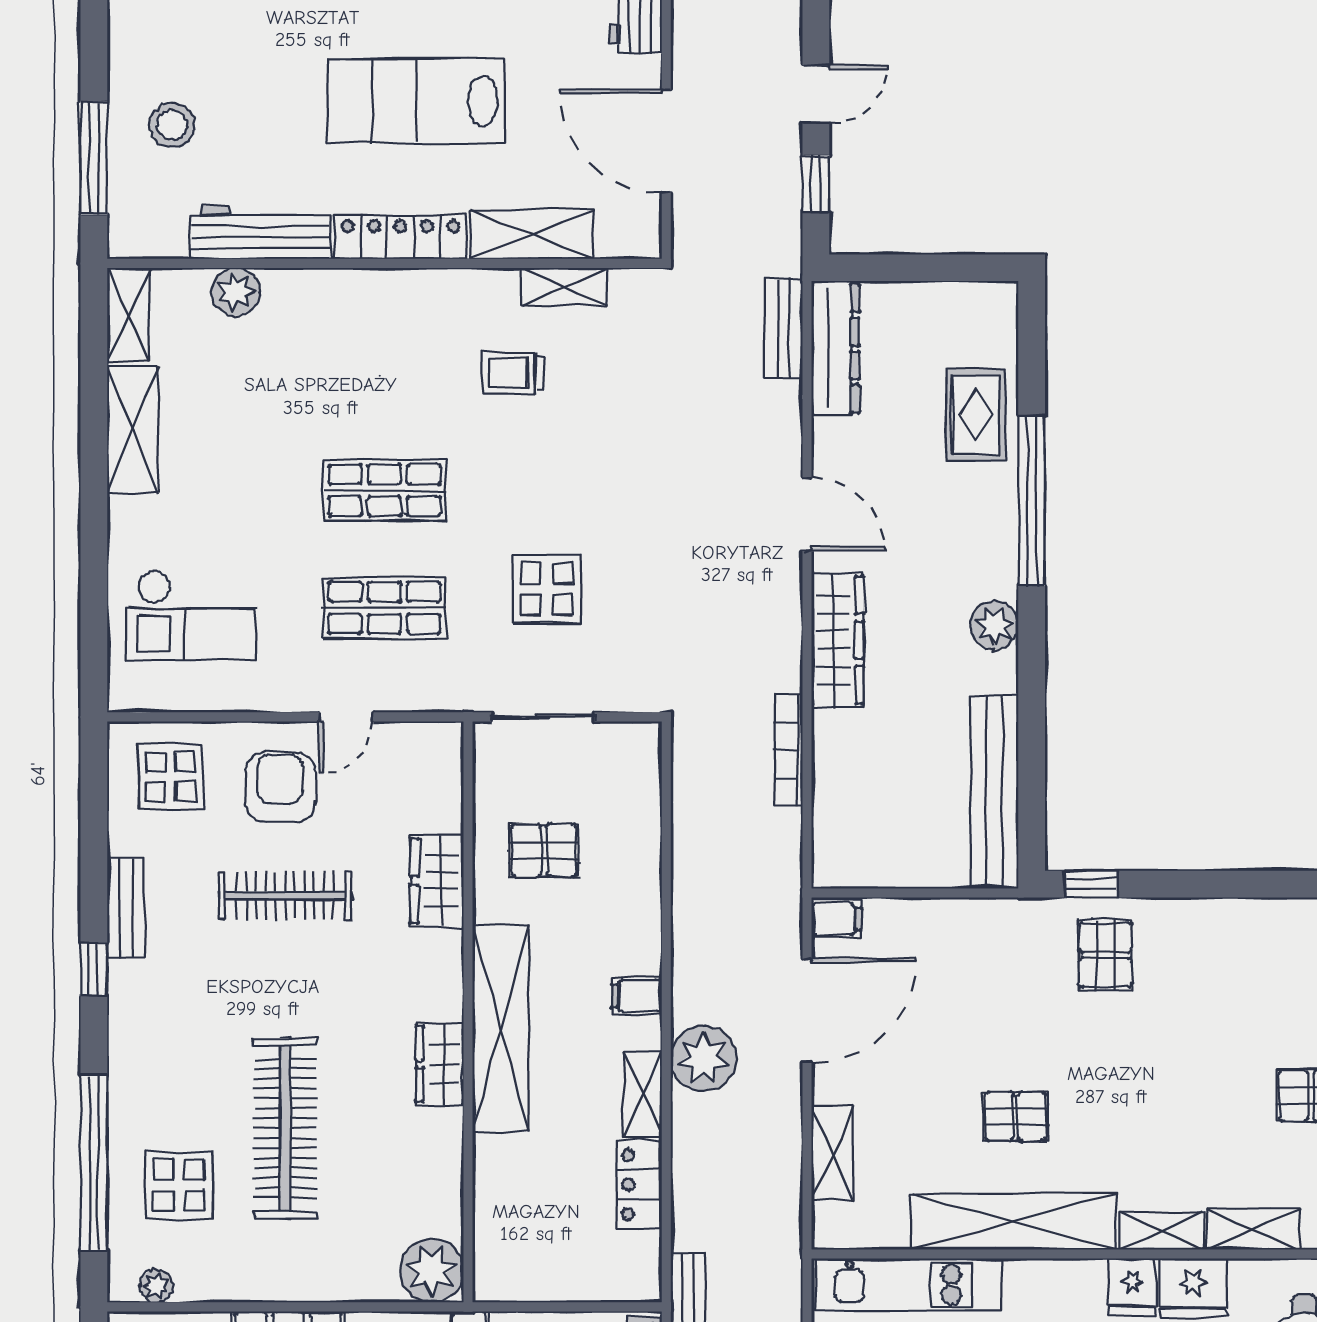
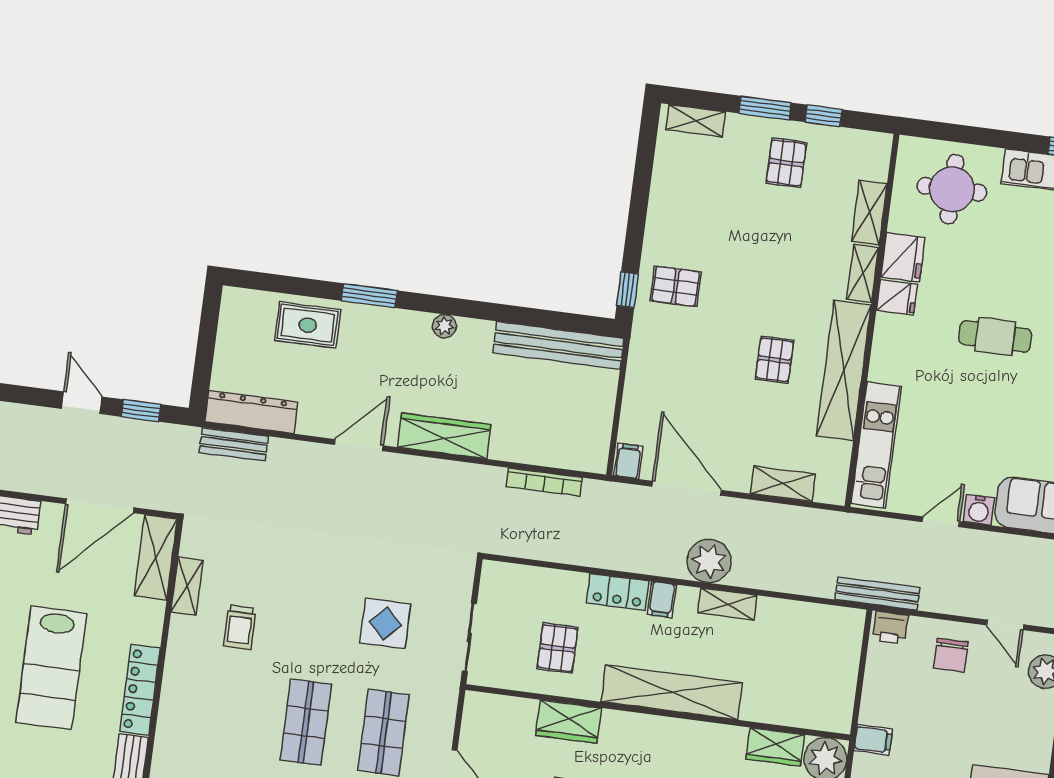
shelving: (531, 234) -> (156, 557), moved
window: (1032, 501) -> (369, 296), width x0.47
plant: (994, 625) -> (444, 326), width x0.73, depth x0.73
bookcase: (788, 750) -> (544, 482), moved
wardrobe: (440, 1064) -> (775, 747), moved
locker: (639, 1185) -> (618, 592), moved

